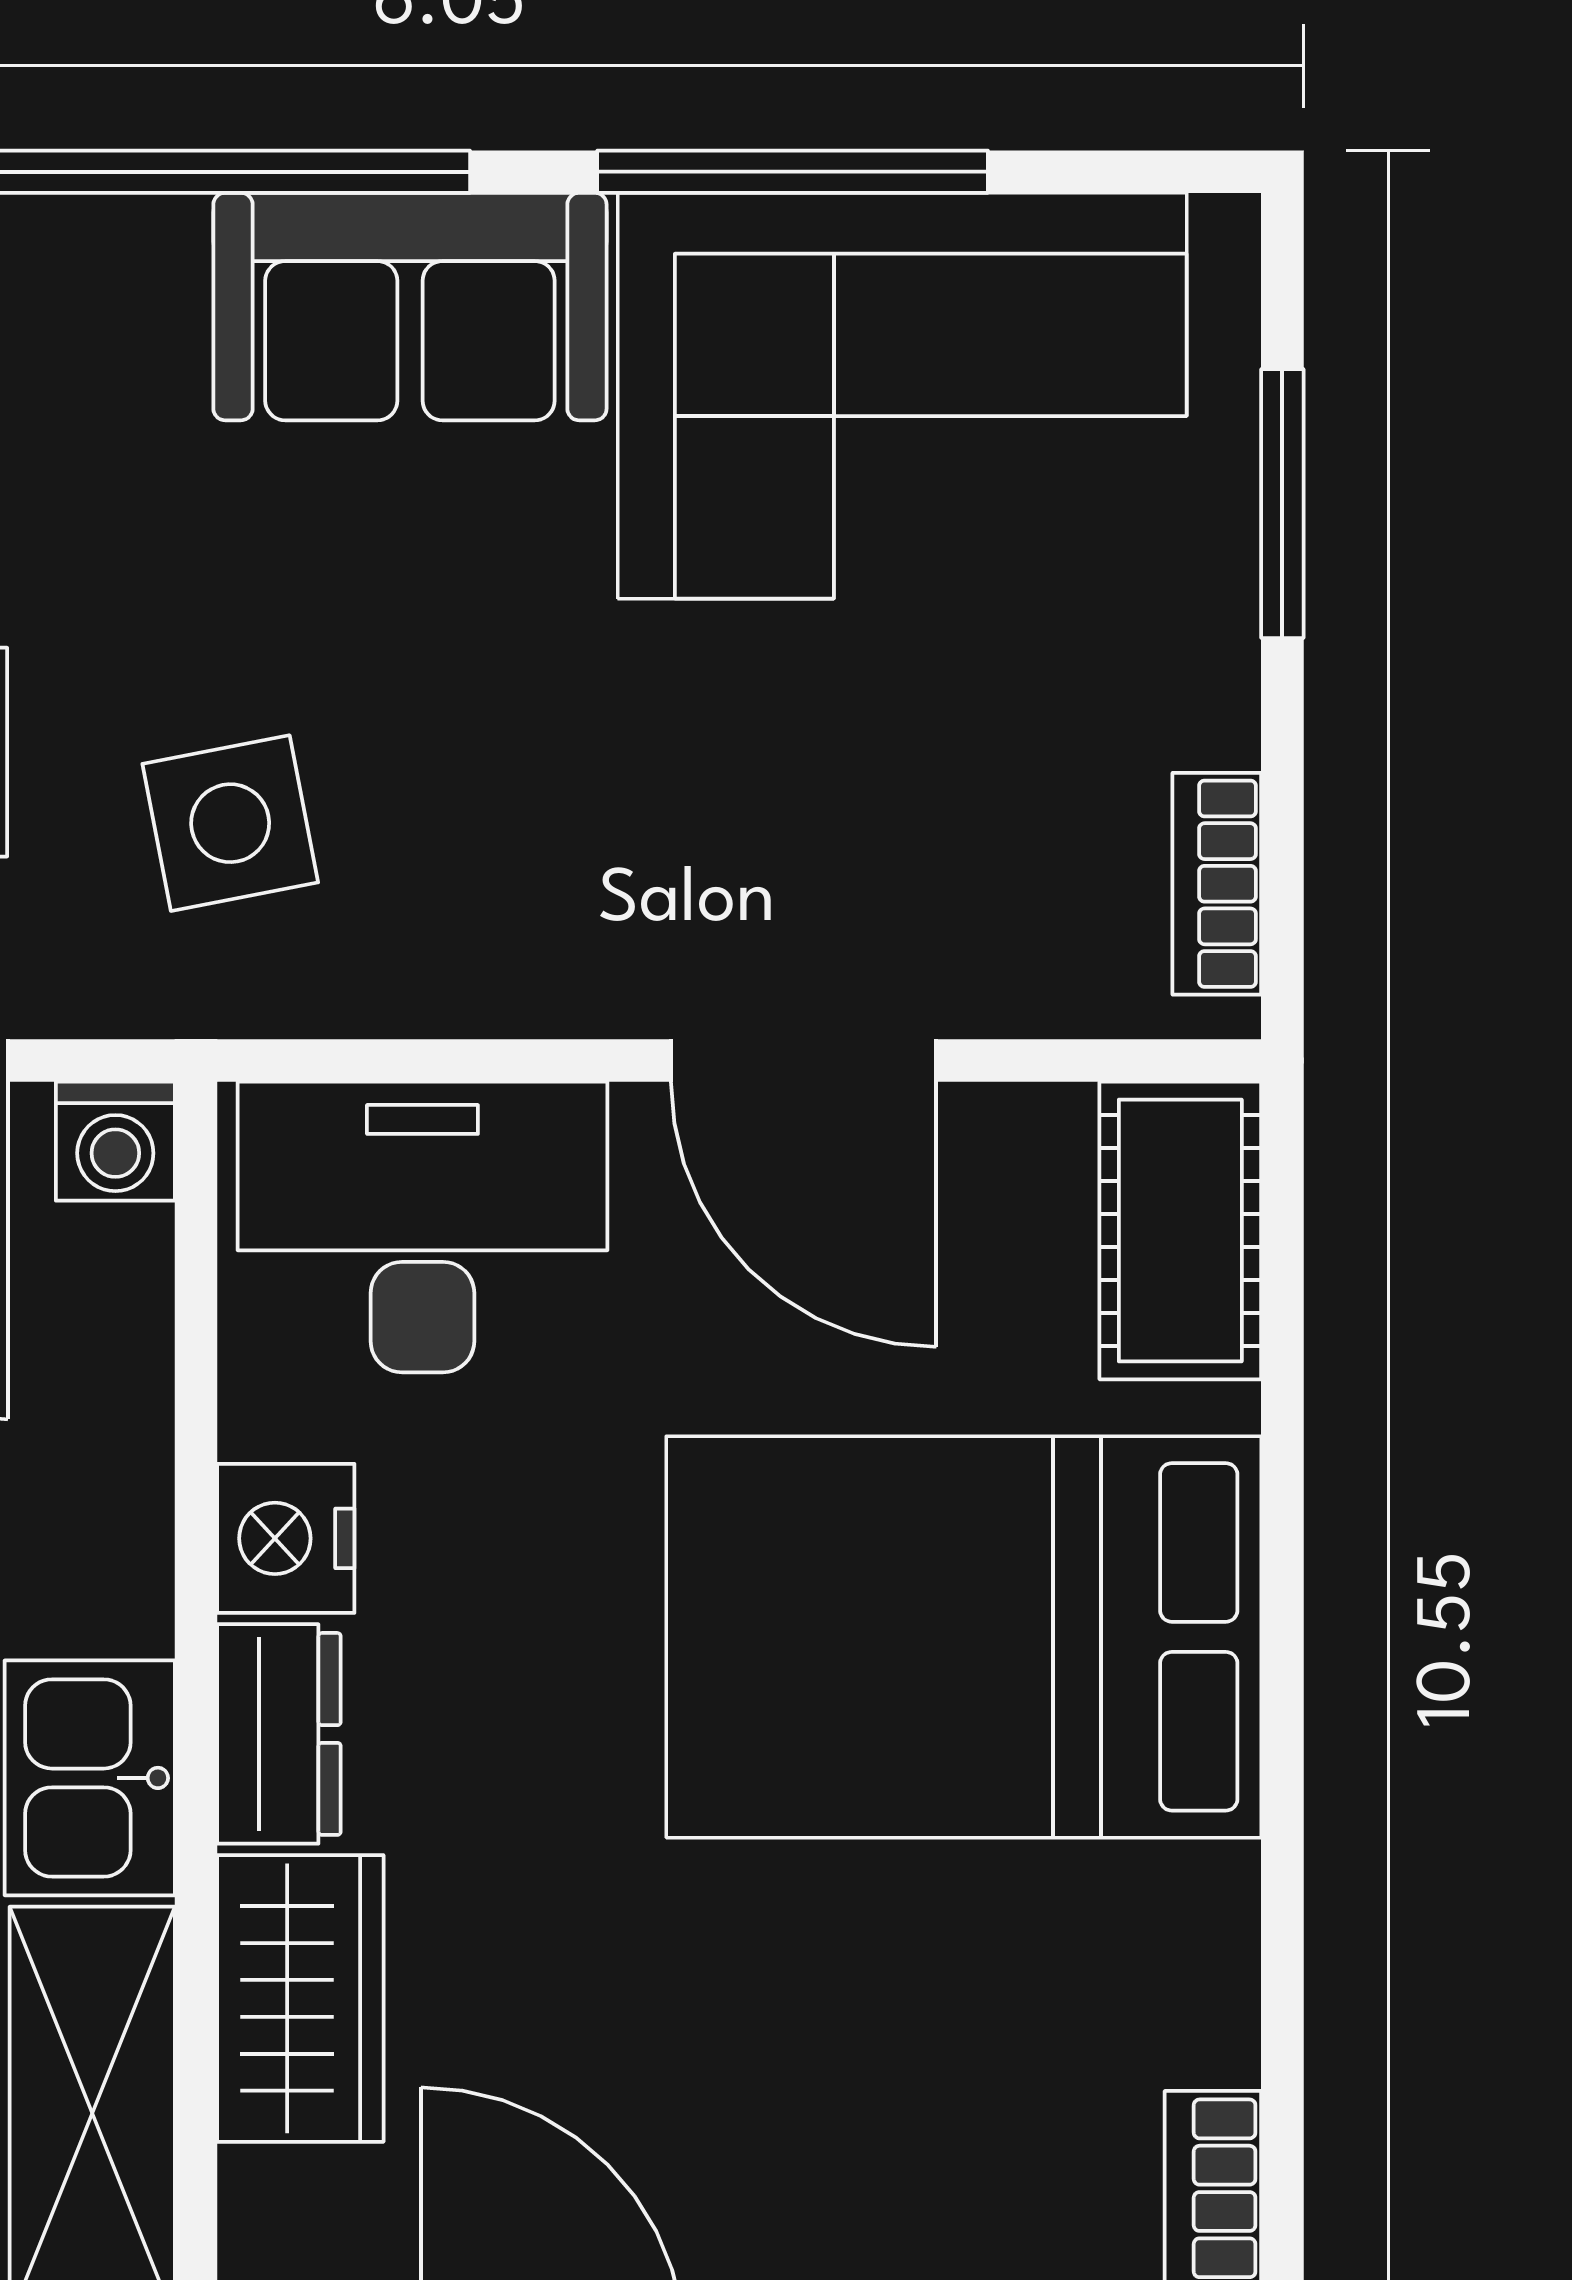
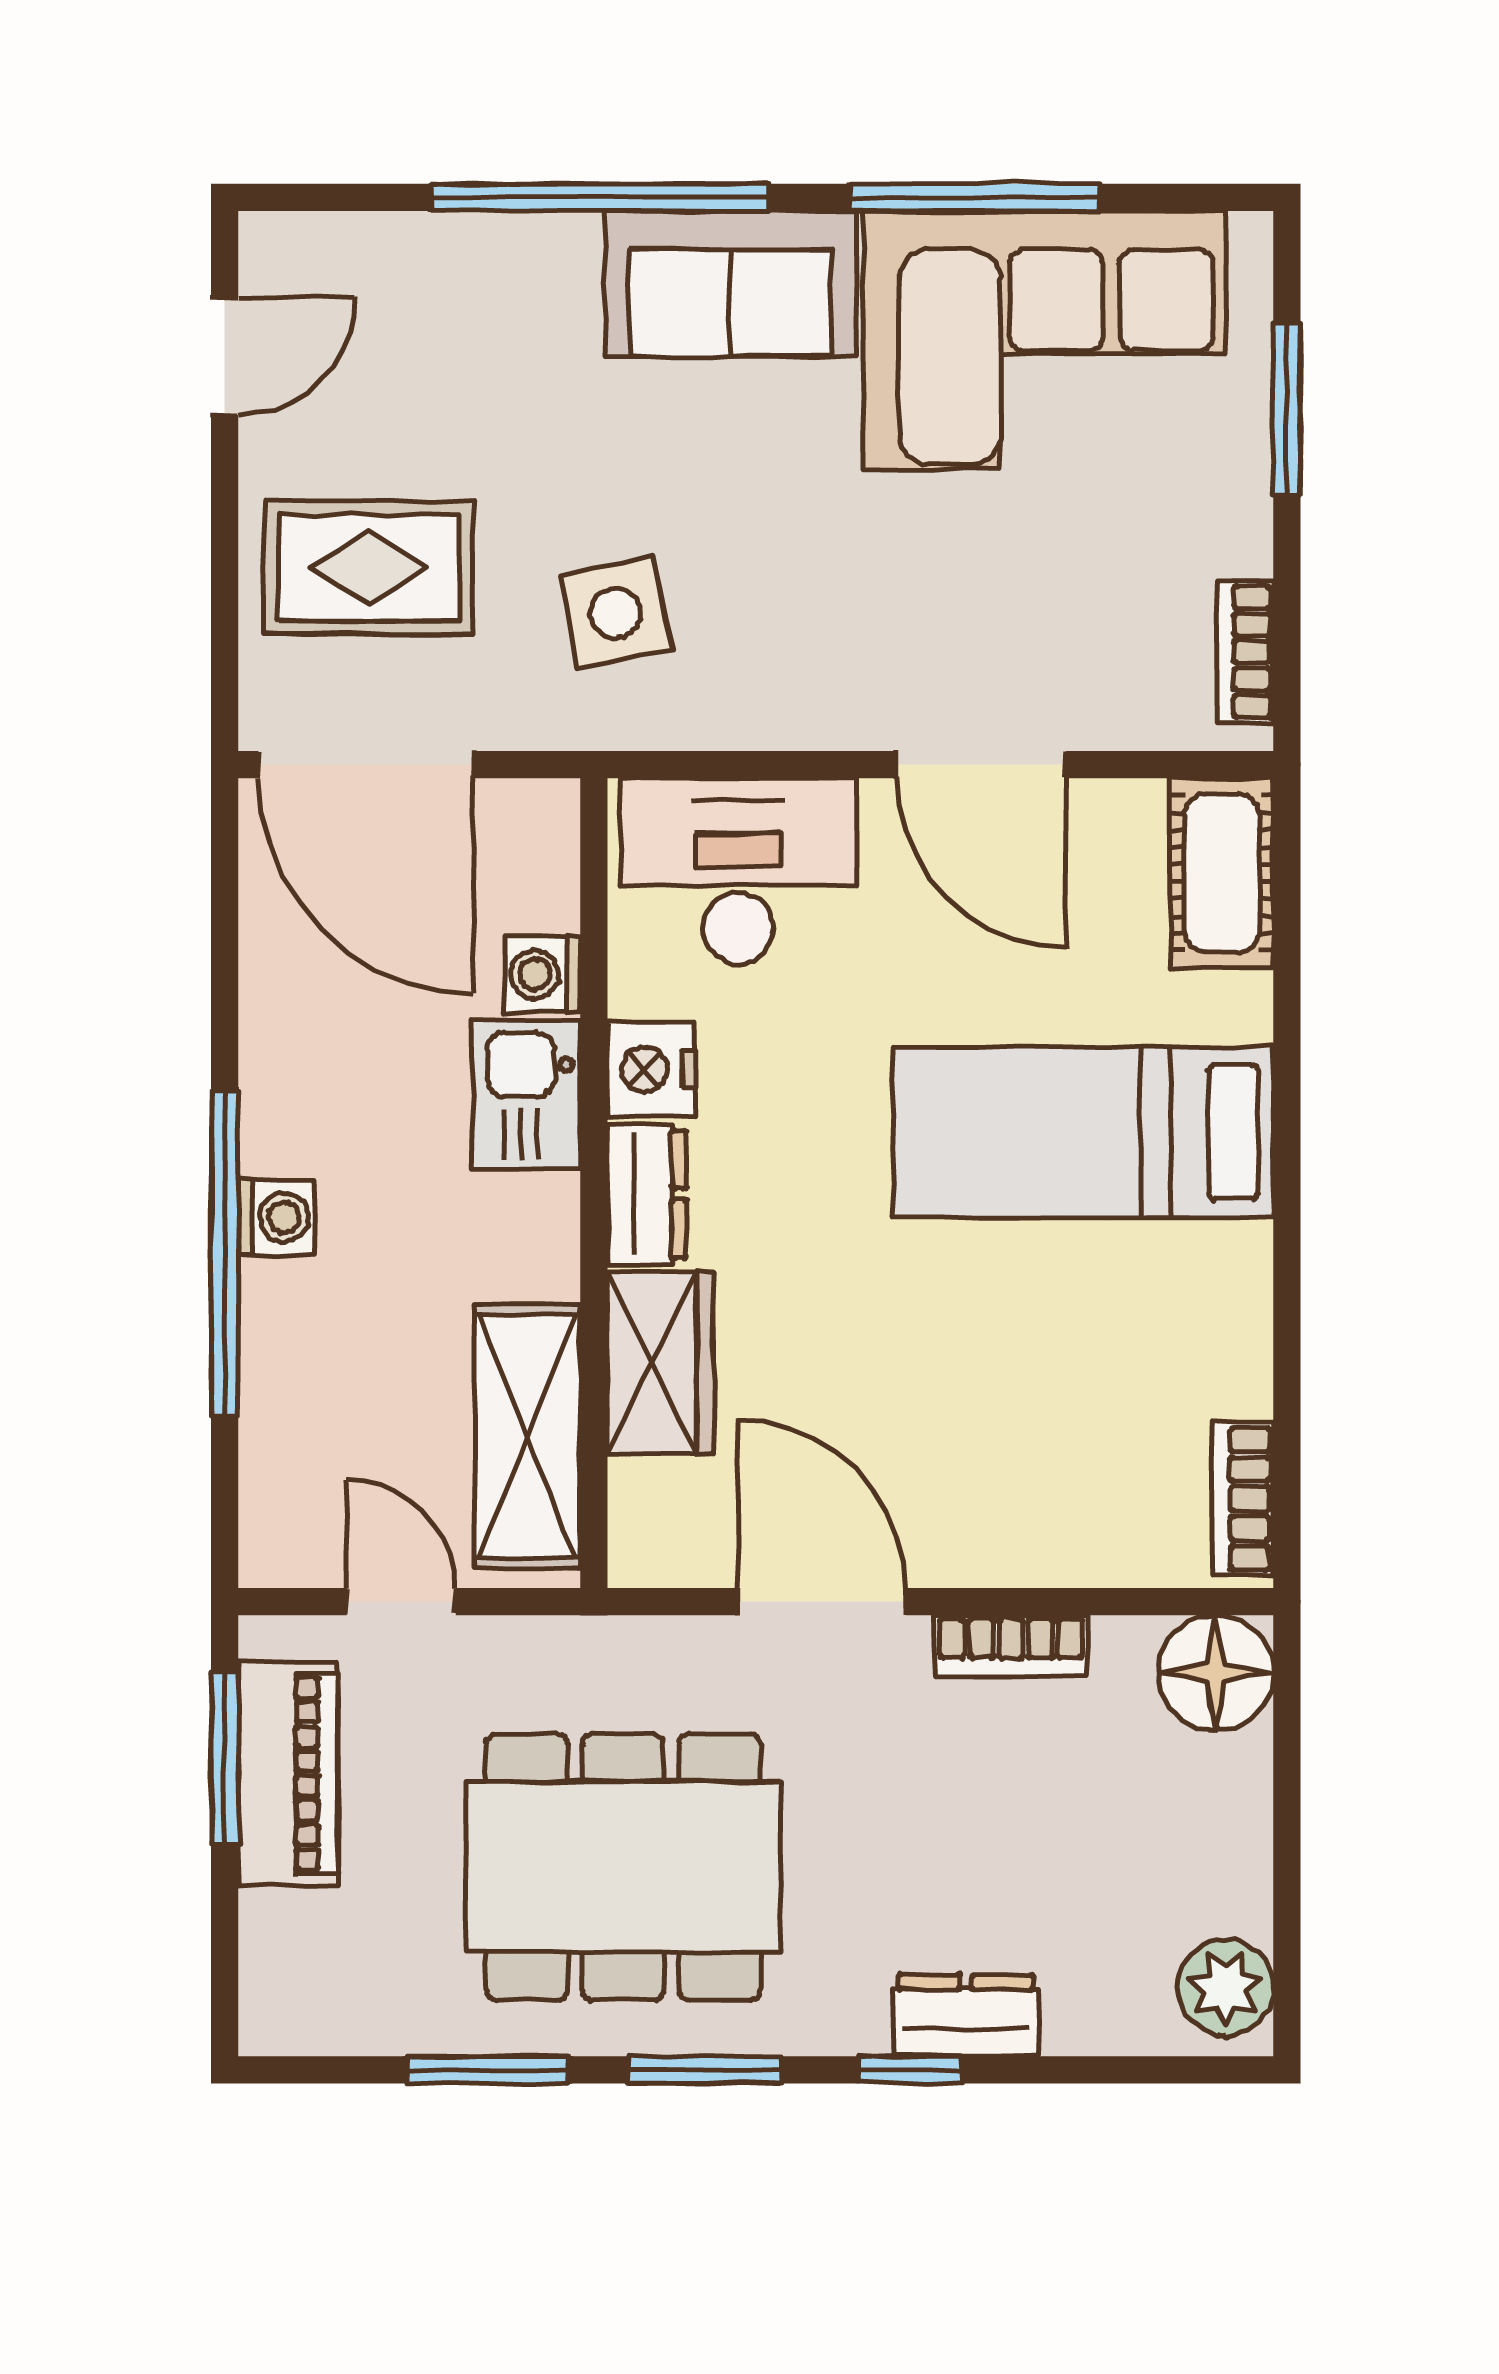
washing machine: (115, 1141) -> (542, 974), moved, turned 90
bed: (964, 1637) -> (1084, 1132), width x0.67
kitchen sink: (90, 1778) -> (526, 1095), moved

